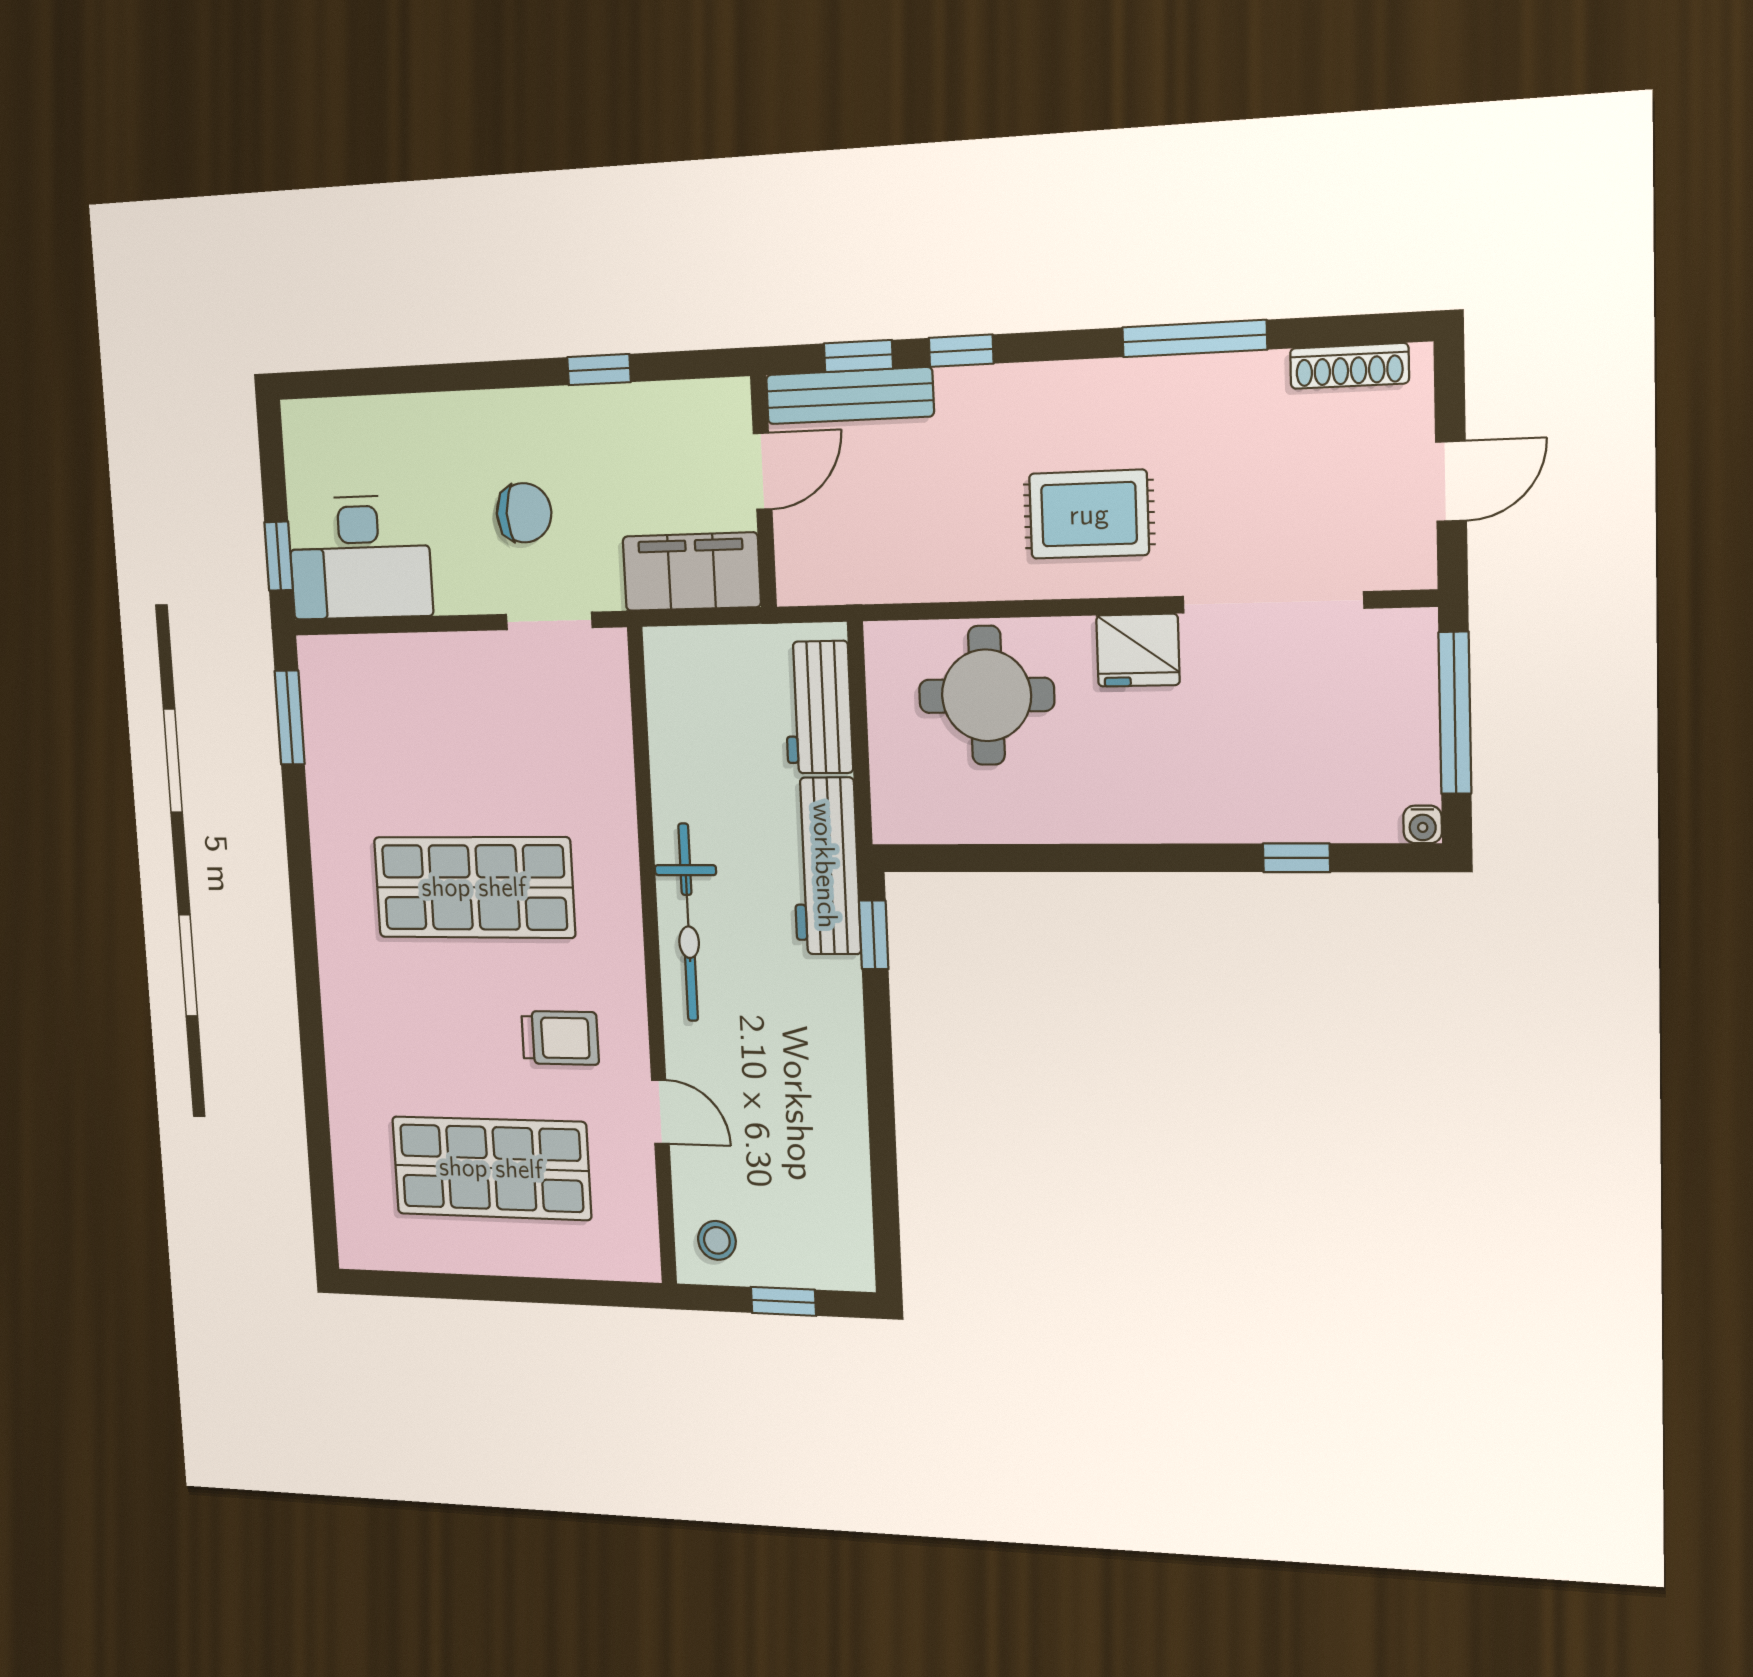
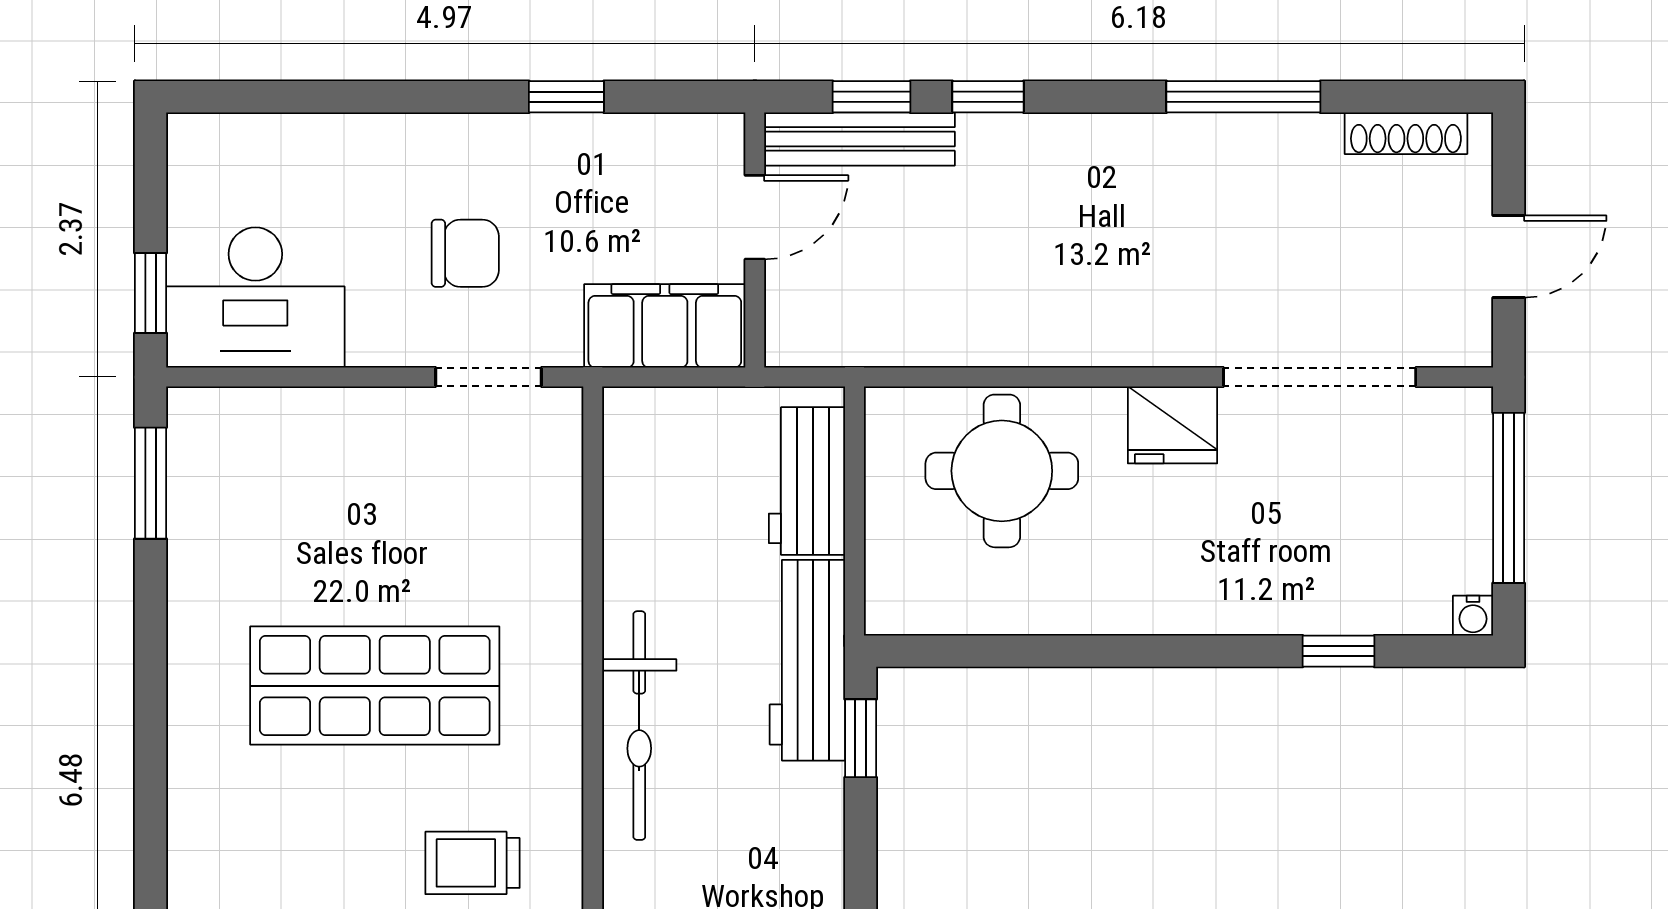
rug: (1089, 514) -> (1123, 277), removed
trolley: (560, 1038) -> (473, 863), turned 180

